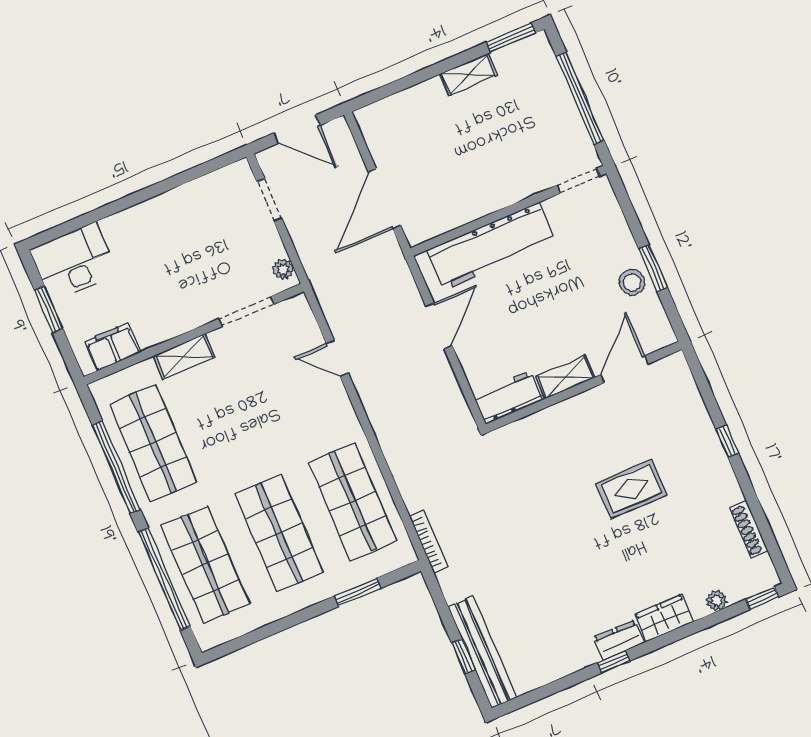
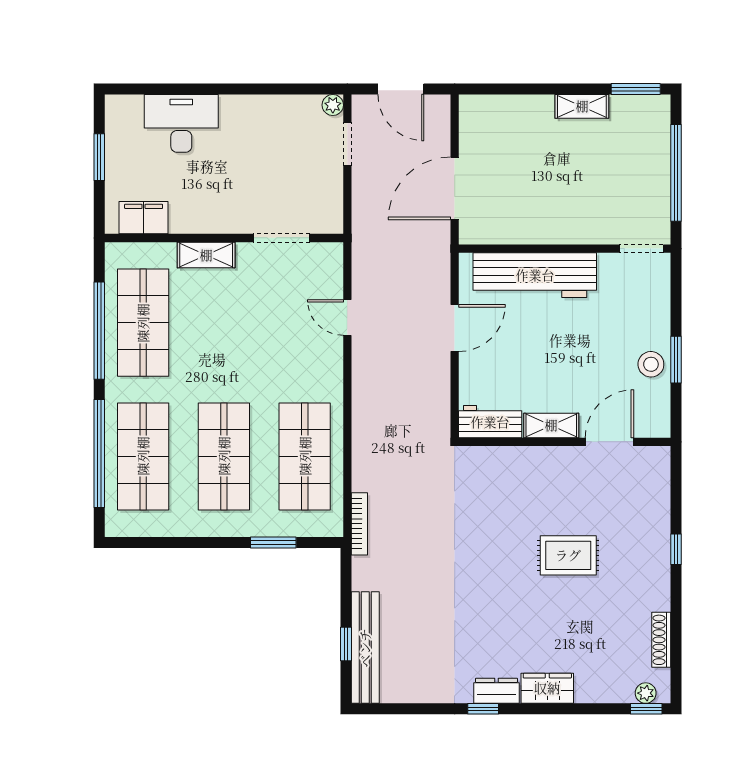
desk: (74, 262) -> (181, 123), moved
plant: (283, 269) -> (333, 105), moved
plant: (717, 601) -> (646, 693), moved

